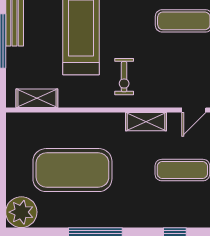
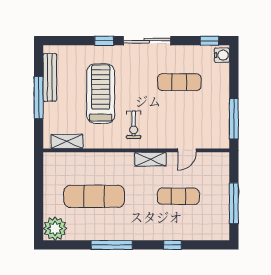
exercise mat: (72, 170) -> (94, 196), width x0.68

